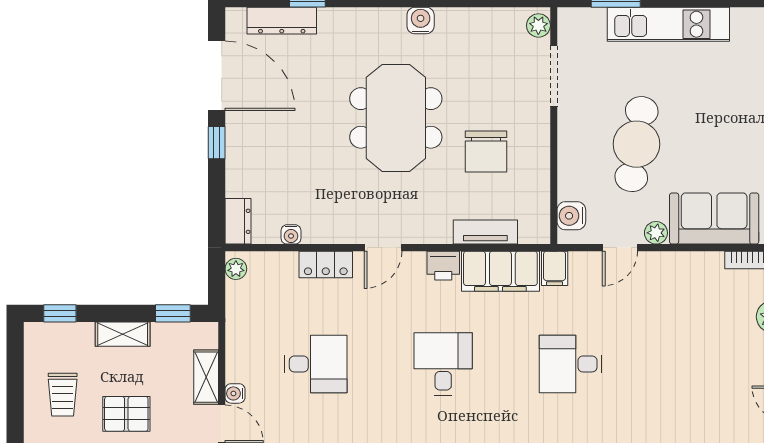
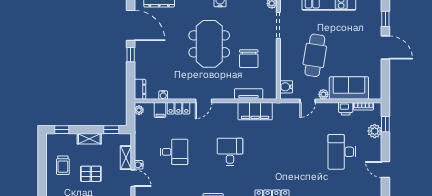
printer: (443, 266) -> (346, 109), moved
filing cabinet: (555, 268) -> (160, 110), moved
desk: (571, 364) -> (342, 152), moved, width x1.37

